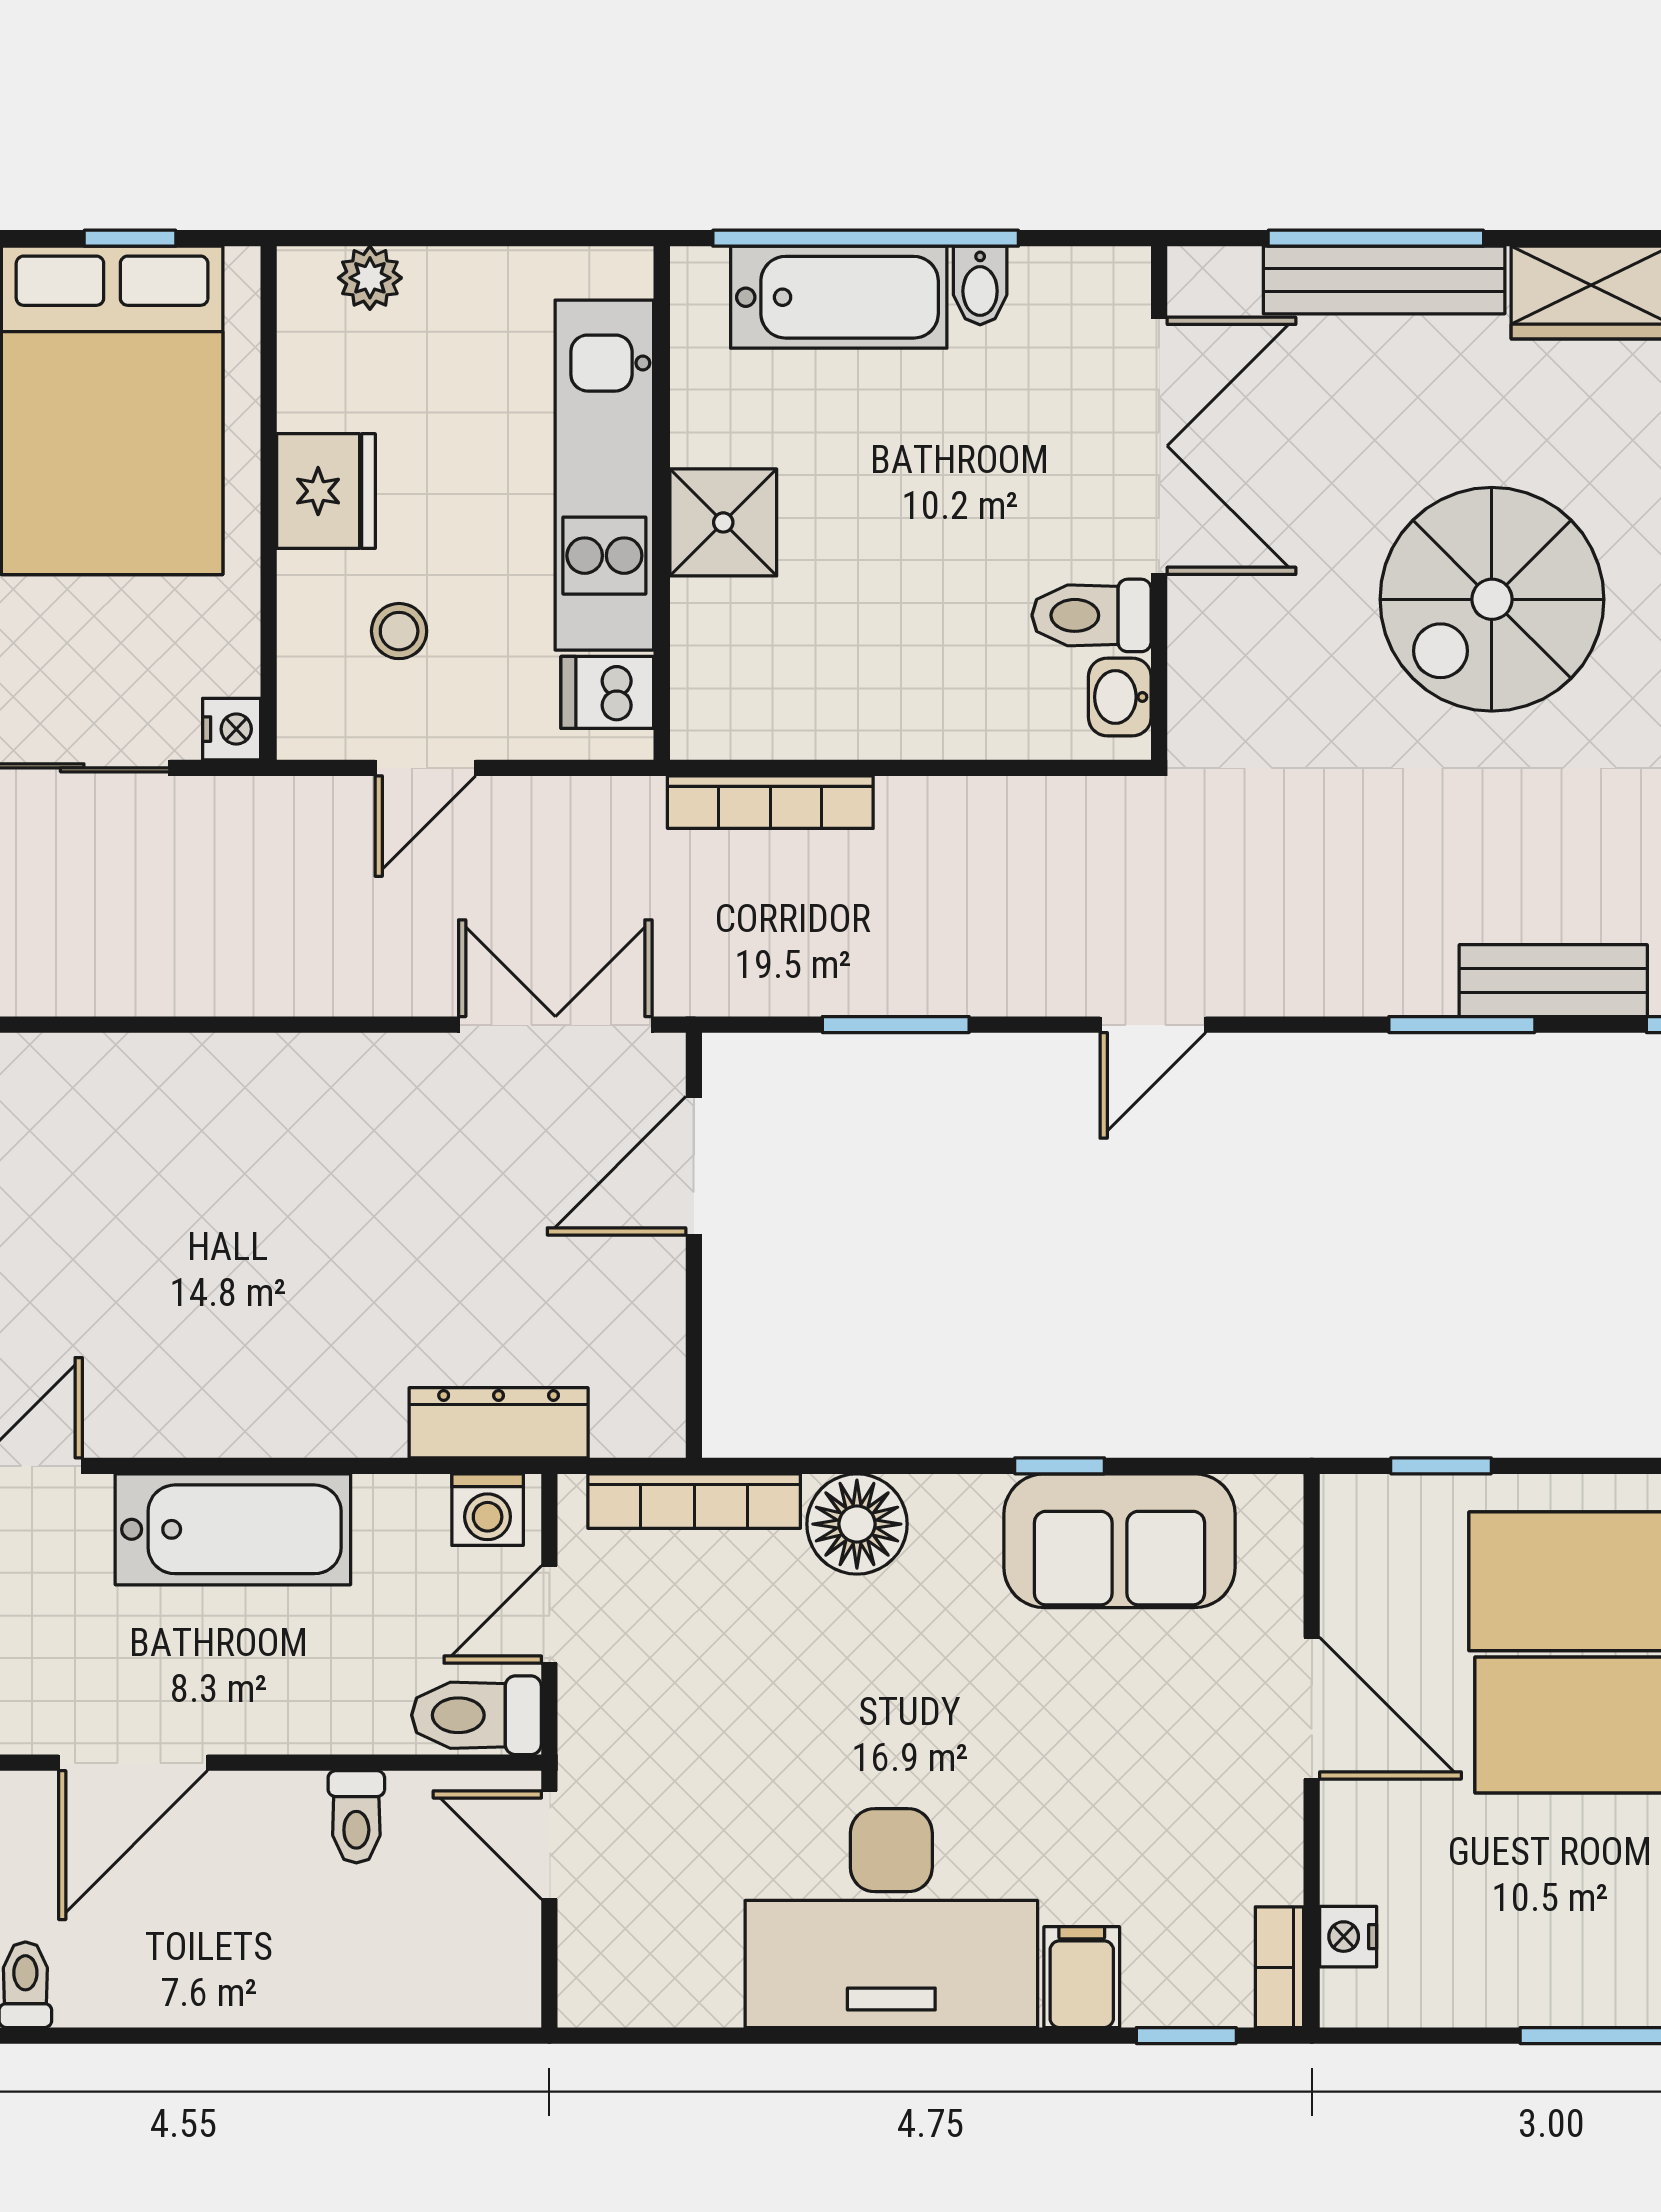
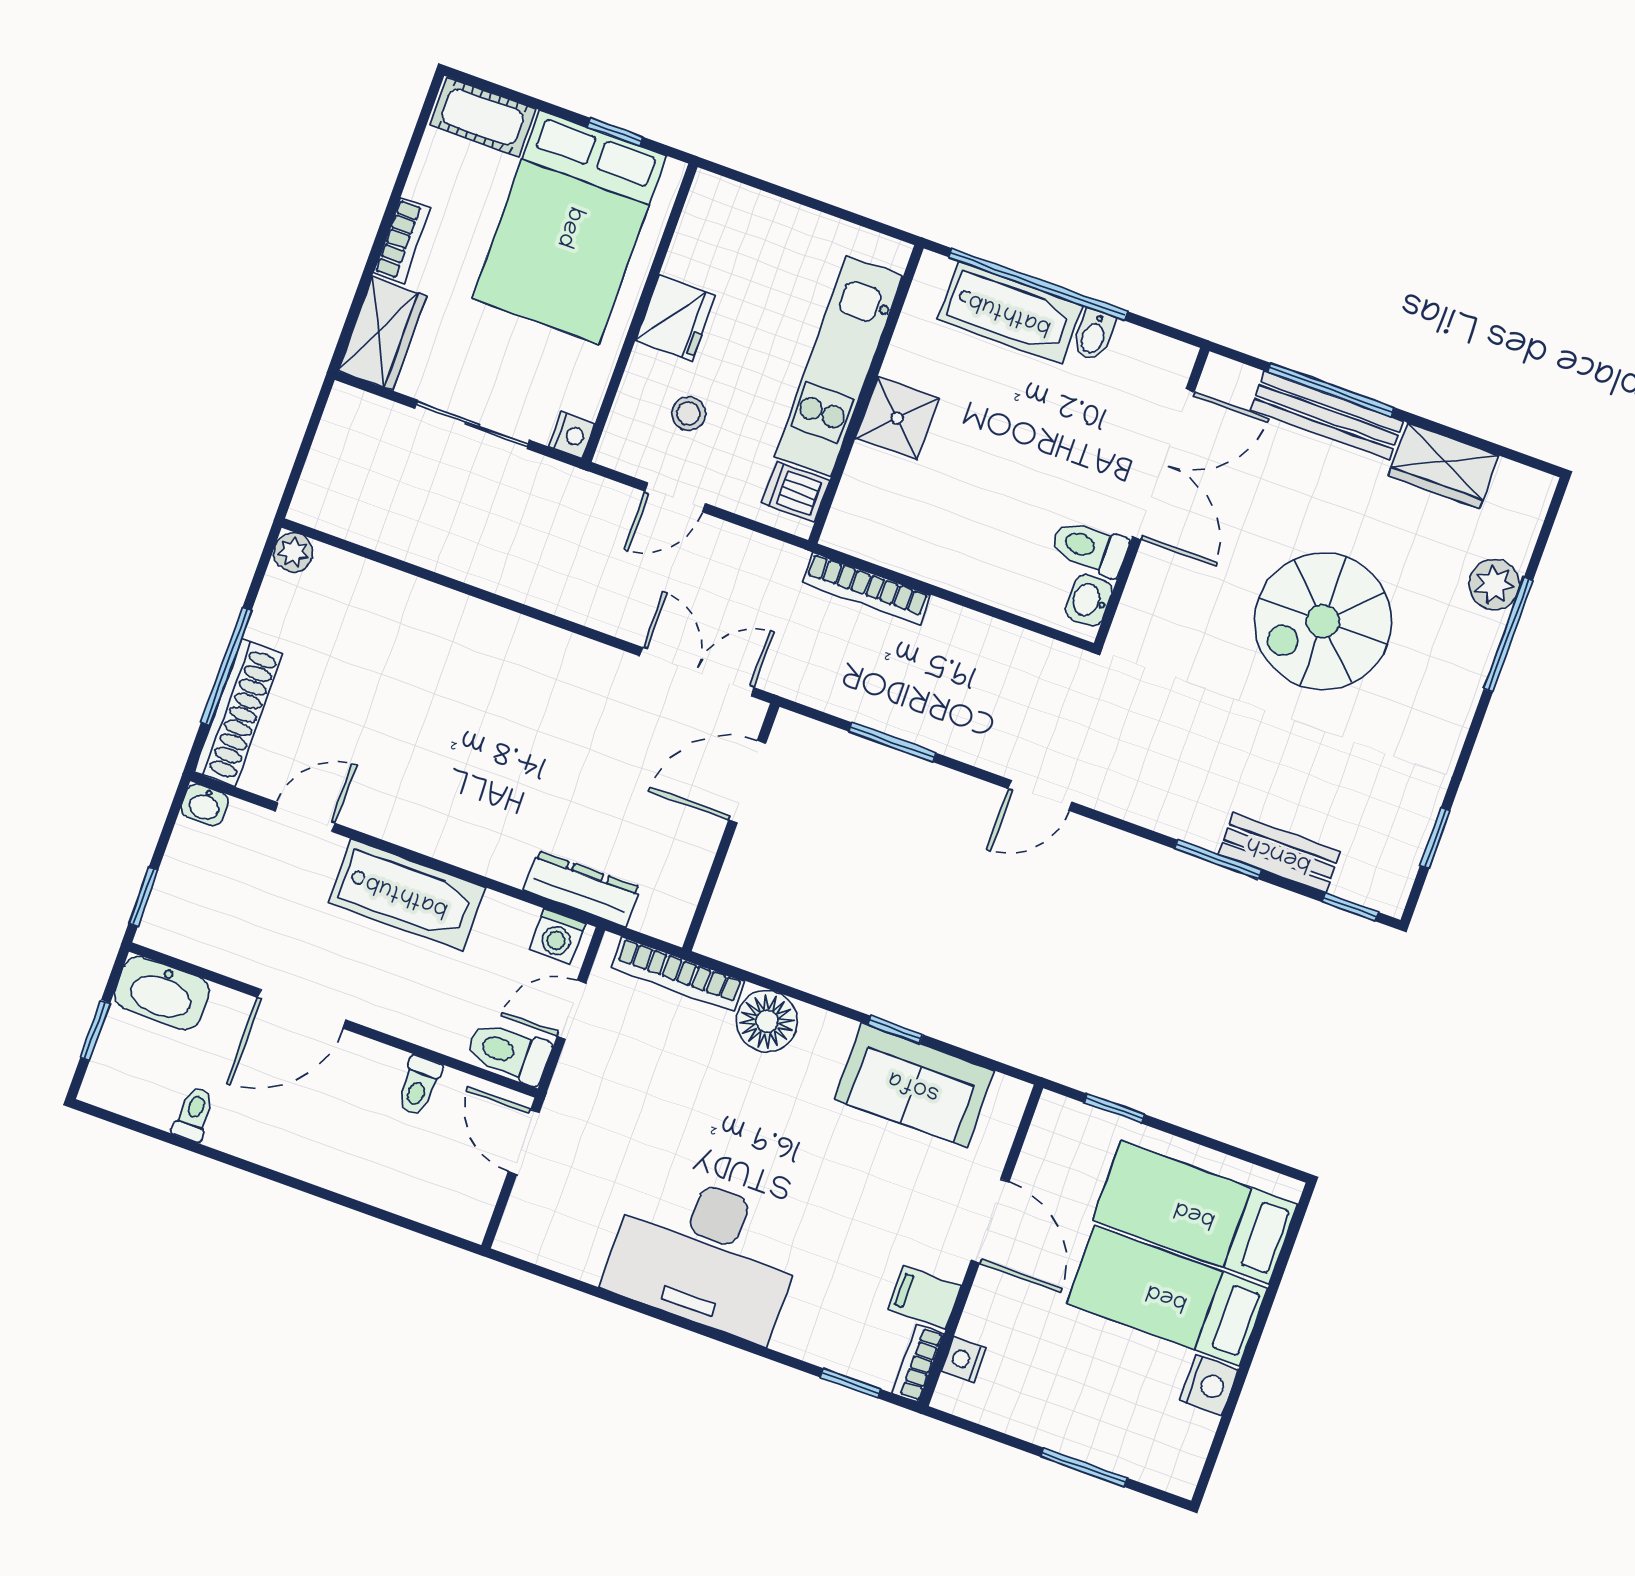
plant: (370, 278) -> (745, 204), removed
filing cabinet: (1082, 1977) -> (925, 1298), moved, turned -90

